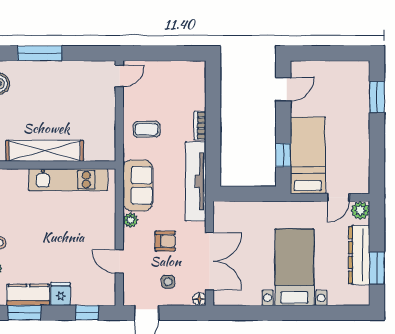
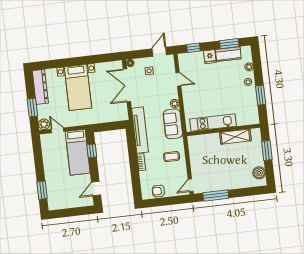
window: (40, 53) -> (216, 195), moved
shelving: (45, 151) -> (235, 137), width x0.68
door: (338, 197) -> (57, 130), hinge flipped
armchair: (165, 241) -> (158, 191), moved
dresser: (359, 255) -> (40, 87), moved
window: (377, 268) -> (32, 108), moved

